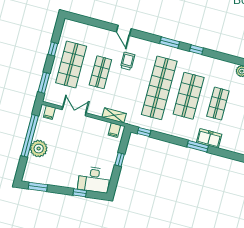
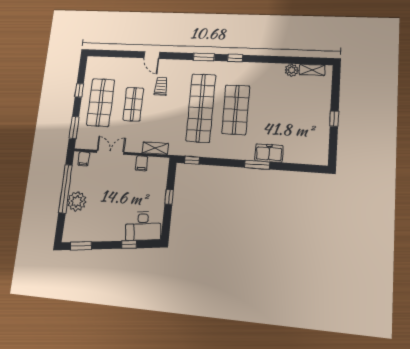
shop shelf: (218, 104) -> (271, 111), removed
filing cabinet: (114, 130) -> (142, 163), moved

